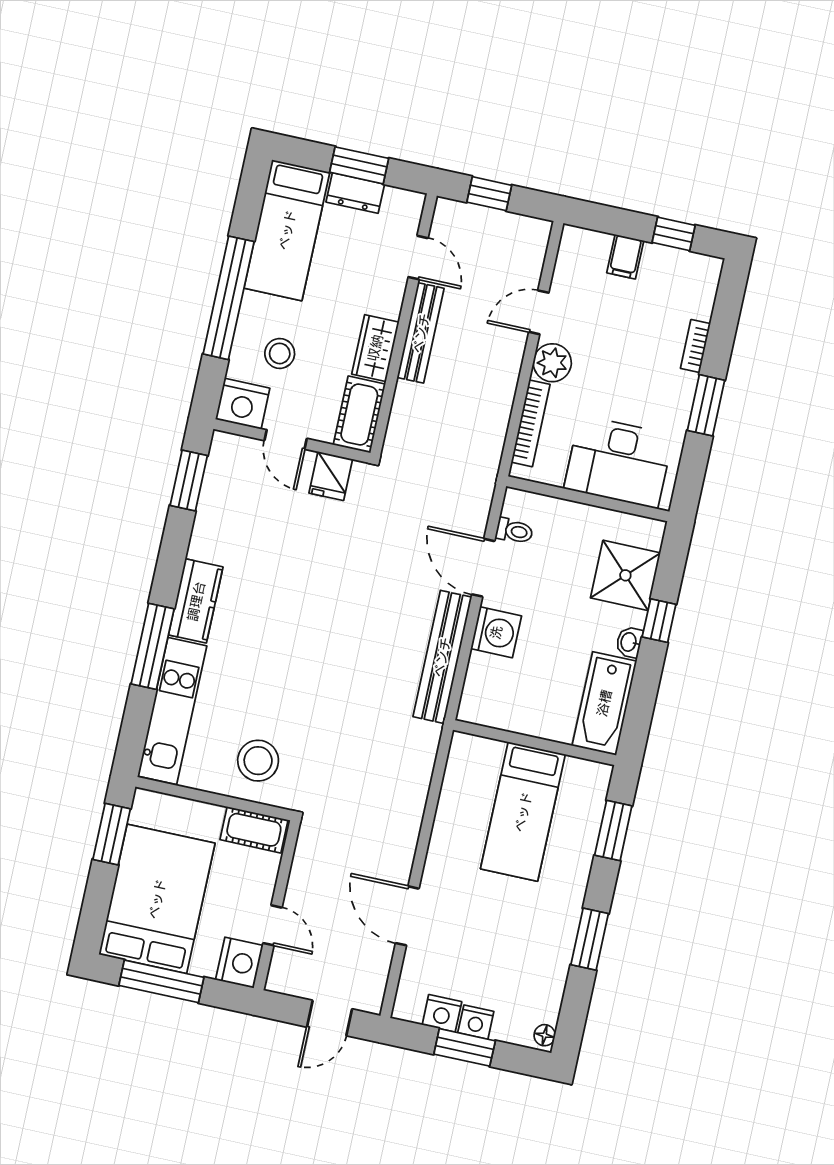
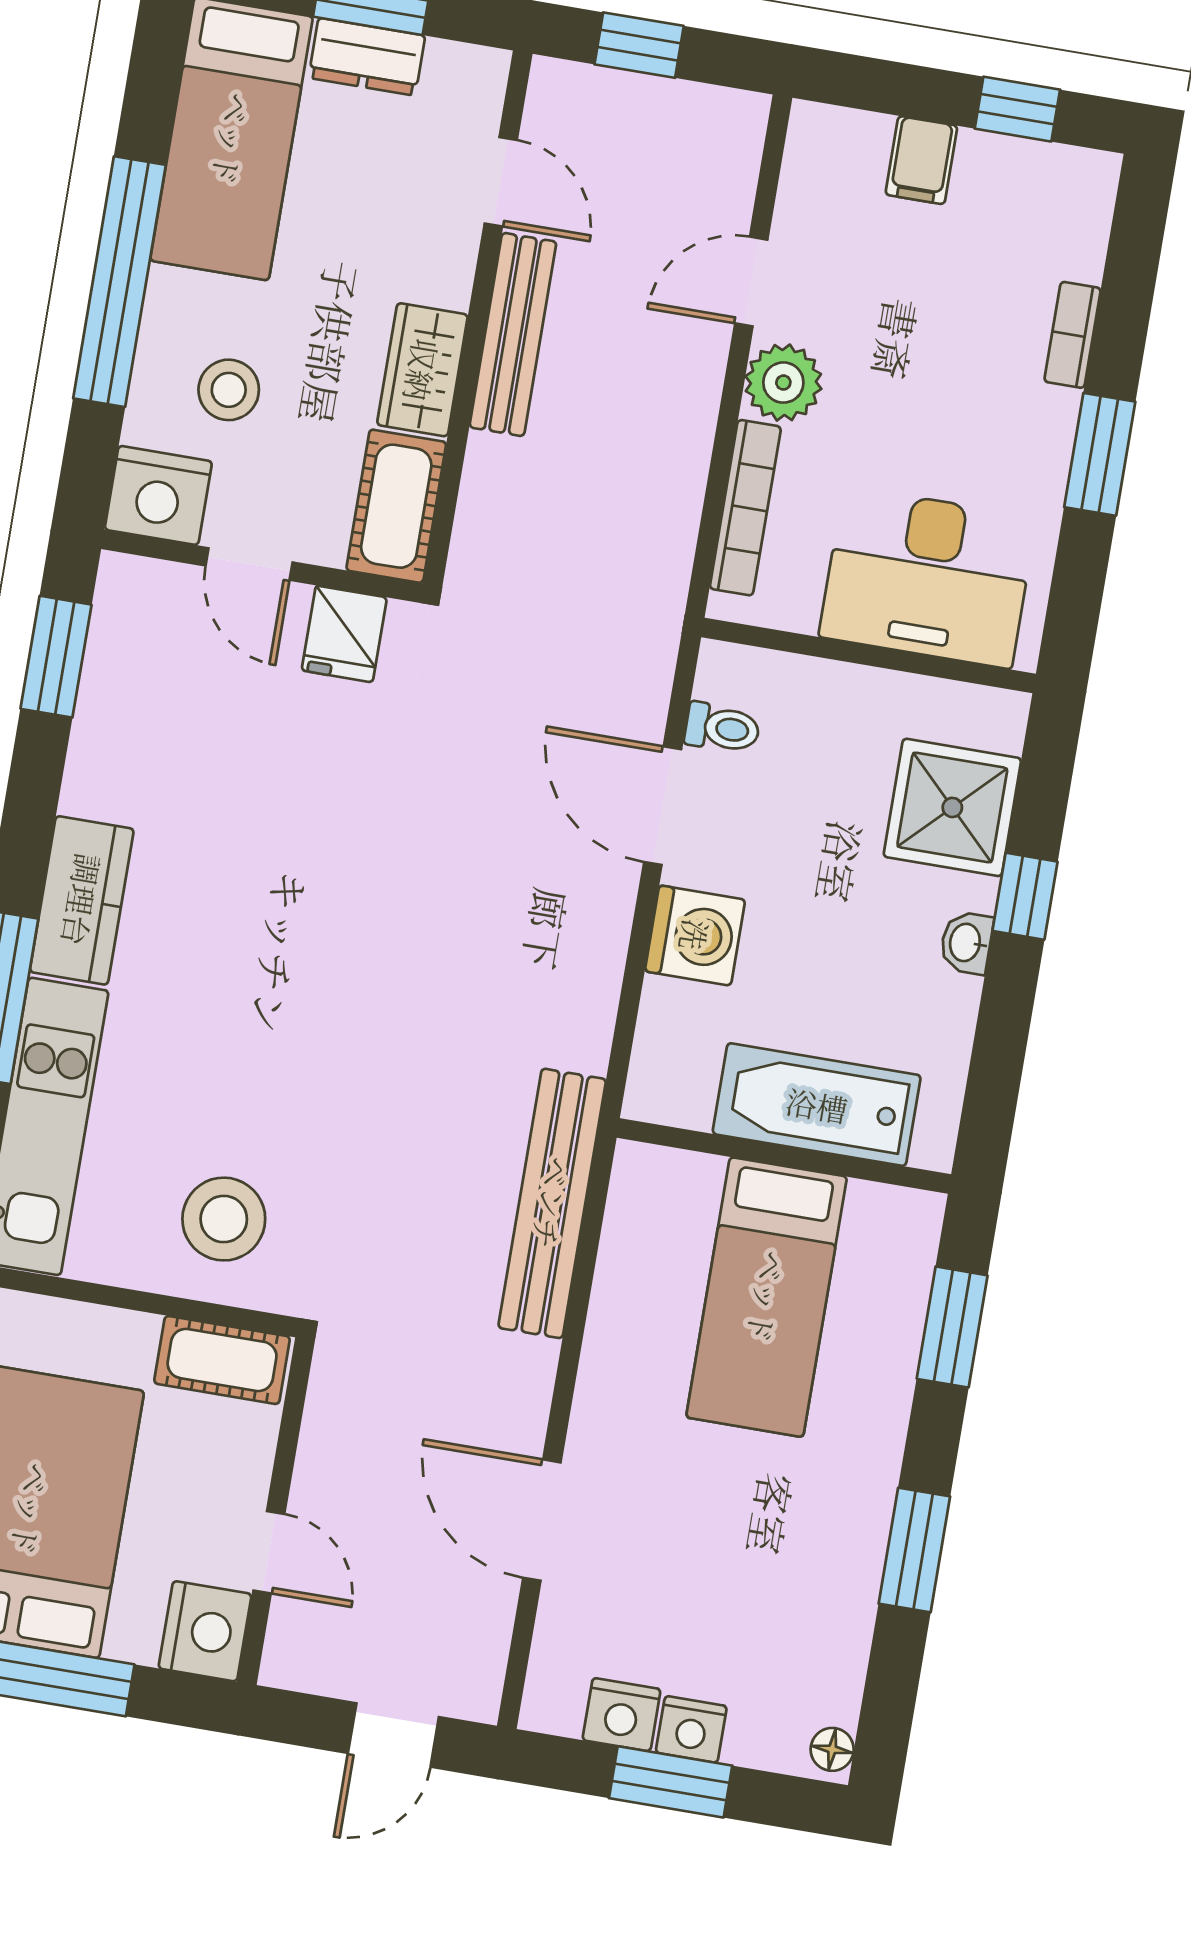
bench: (442, 657) -> (552, 1203), moved
bathtub: (604, 703) -> (817, 1105), moved, turned 90

